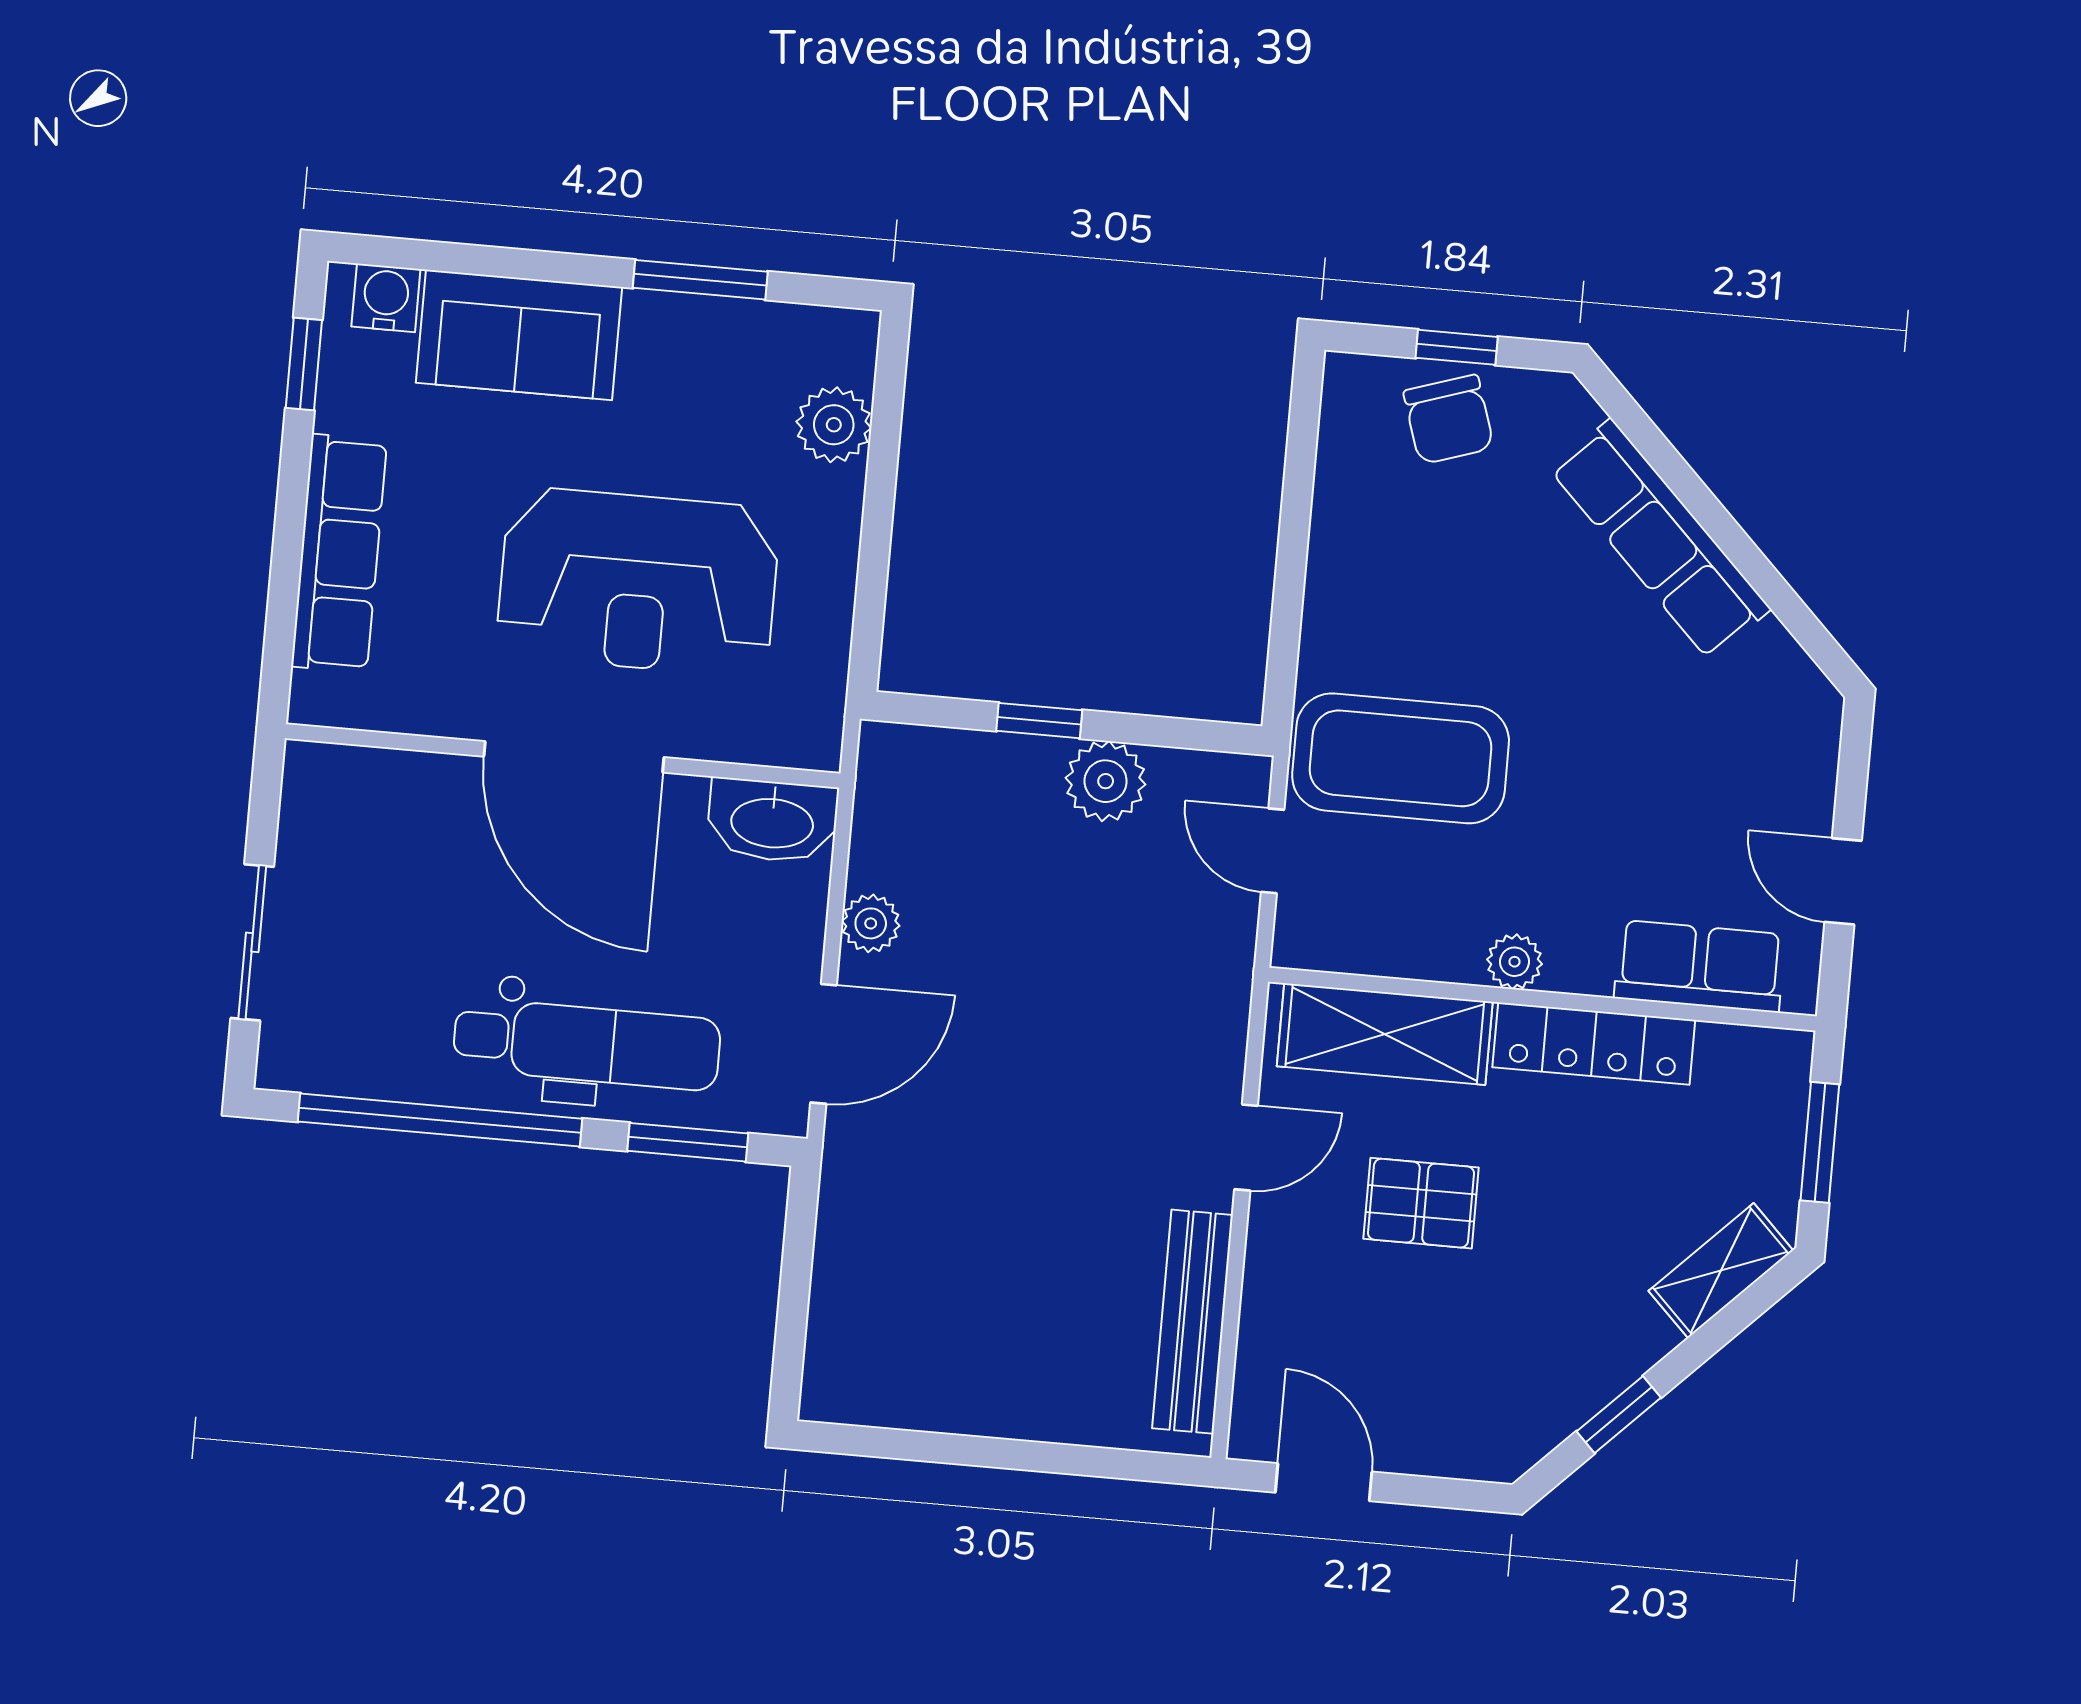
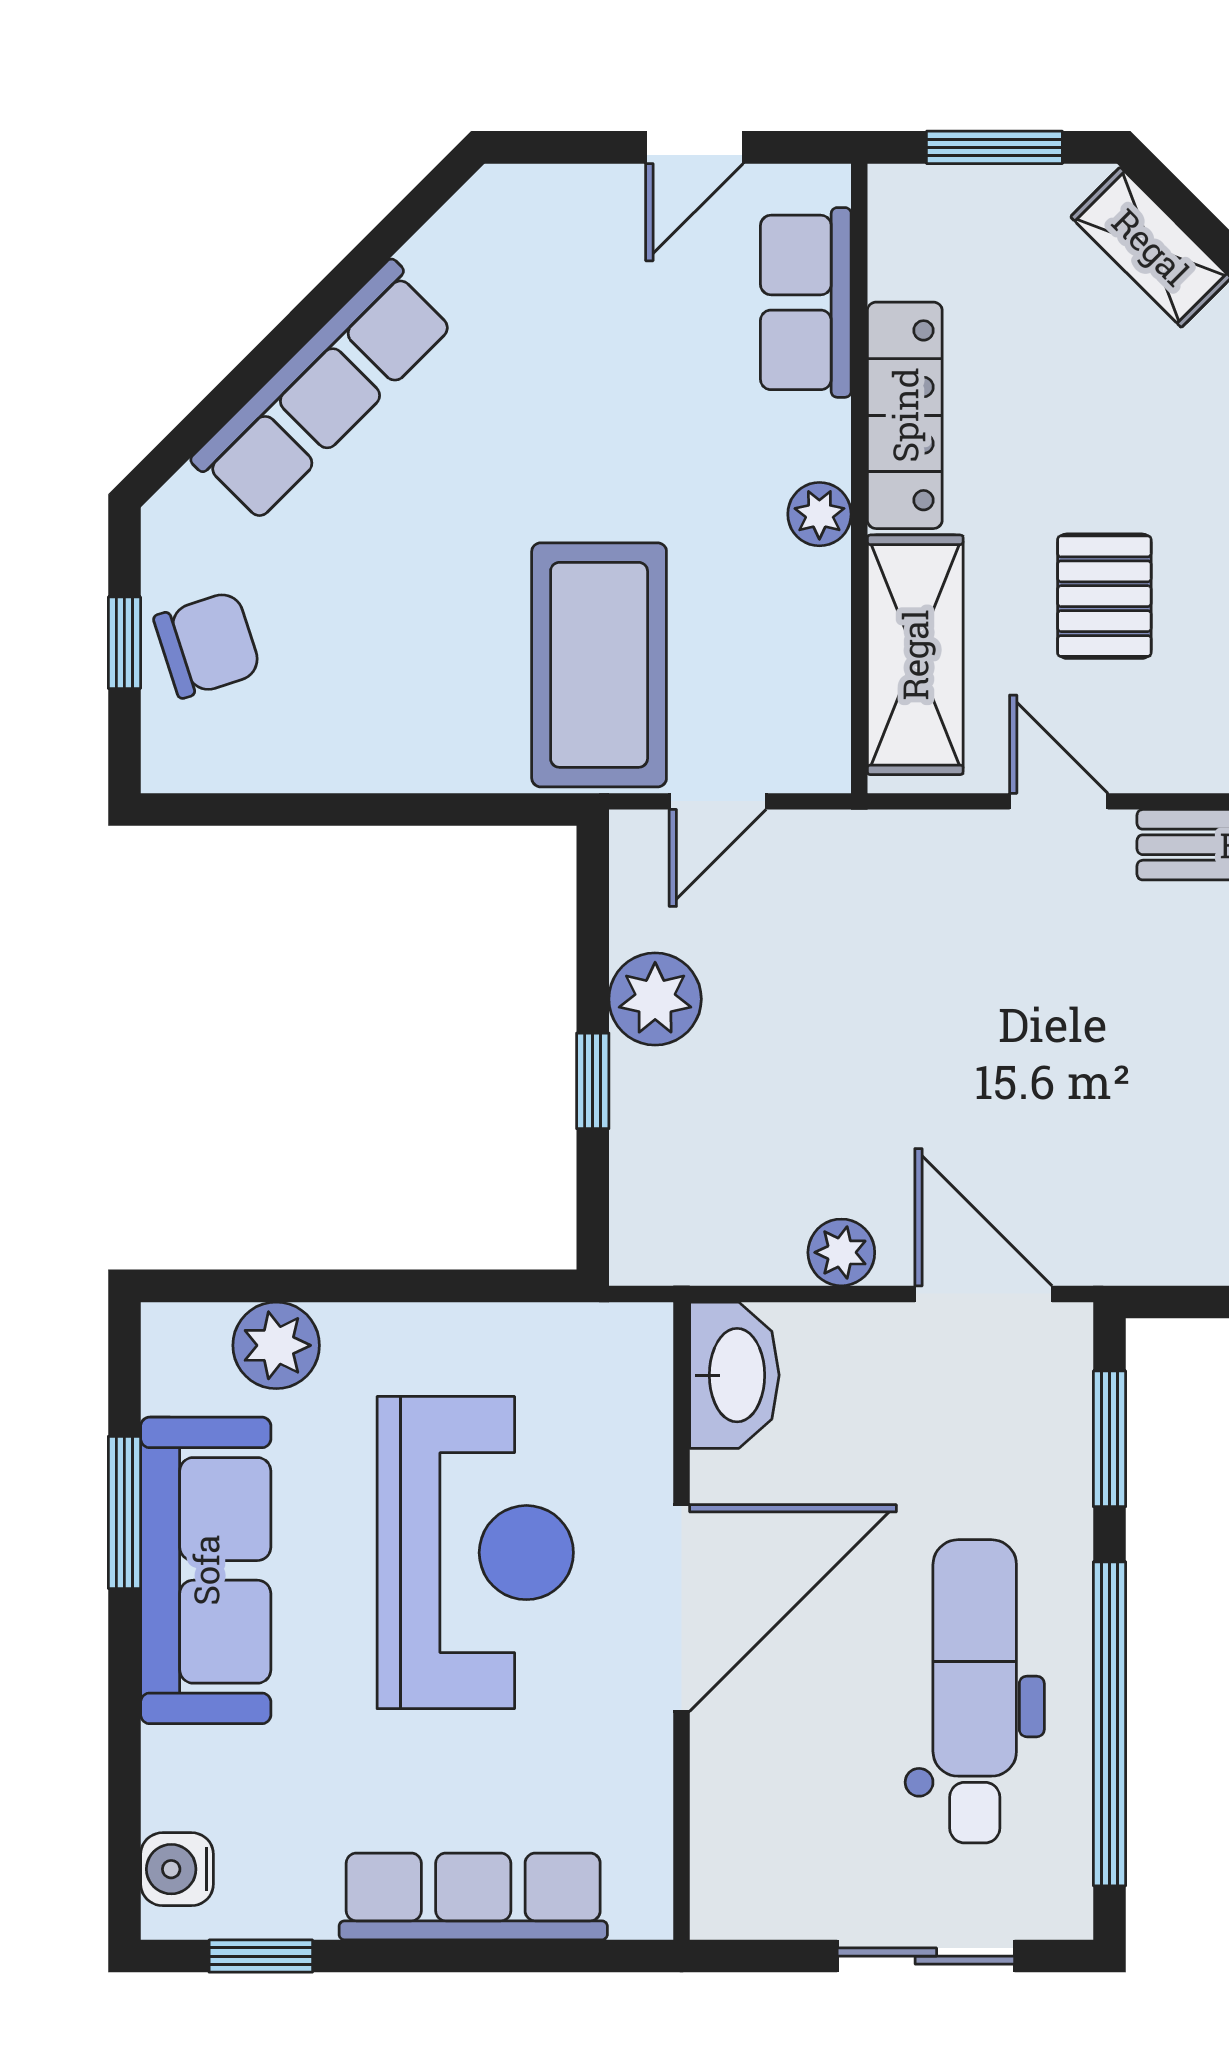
sofa: (519, 335) -> (206, 1570), moved, width x1.36
dental chair: (587, 1044) -> (975, 1691), moved

